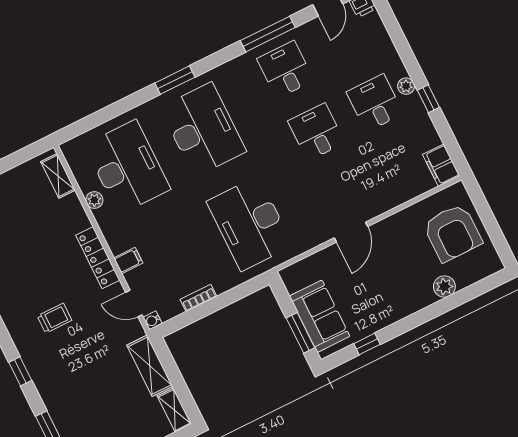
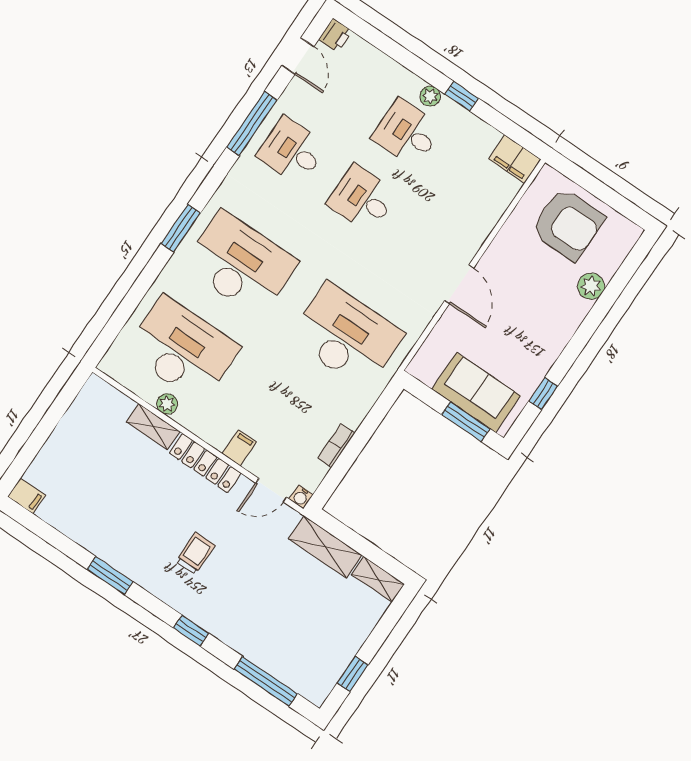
shelving: (58, 176) -> (153, 427), moved
desk: (250, 224) -> (346, 336), turned 180

